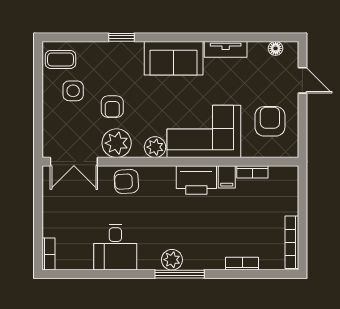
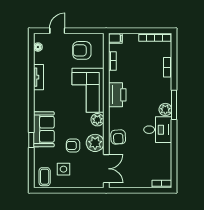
sofa: (174, 58) -> (44, 129), moved
armchair: (112, 107) -> (73, 146), turned 180
filing cabinet: (227, 177) -> (115, 38), moved
desk: (115, 247) -> (158, 130), moved

